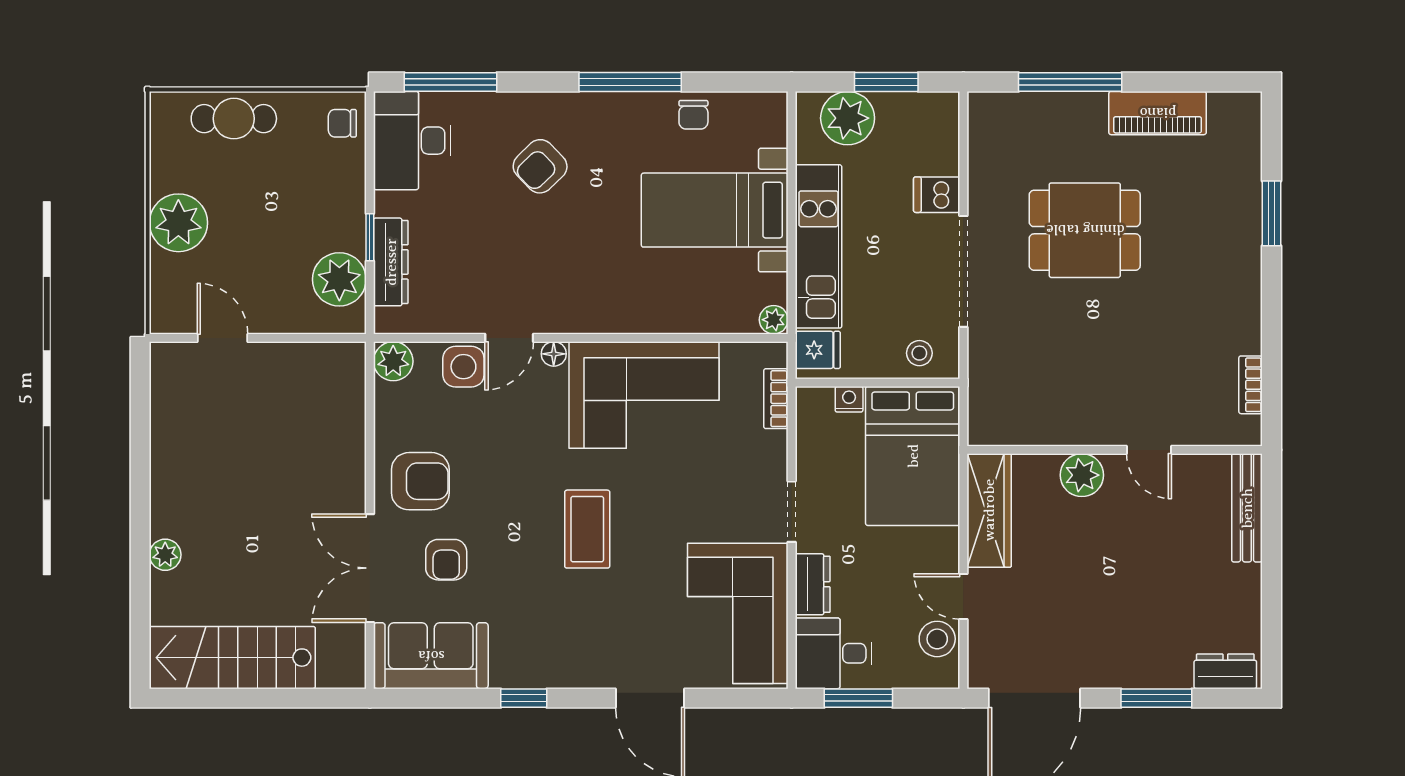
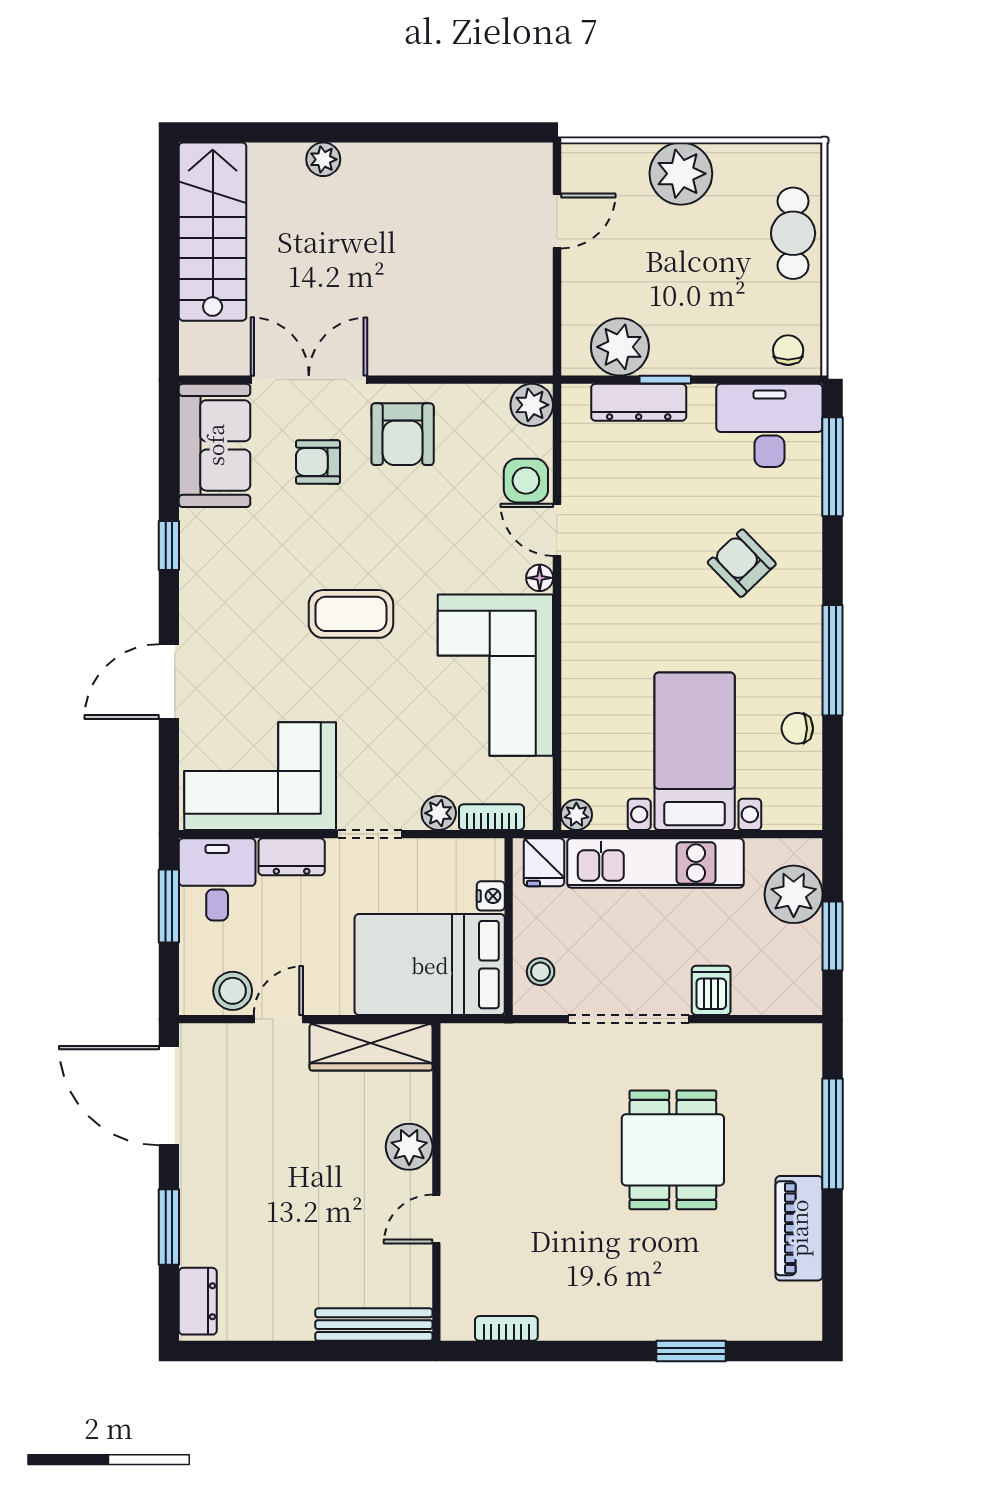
plant: (772, 448) -> (439, 813), added

